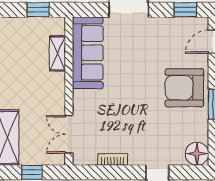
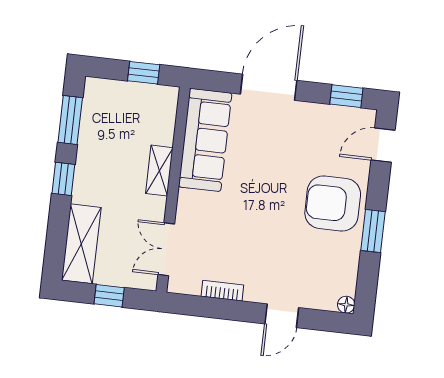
shelving: (57, 53) -> (159, 171), moved
floor lamp: (197, 154) -> (346, 305), width x0.53, depth x0.53

